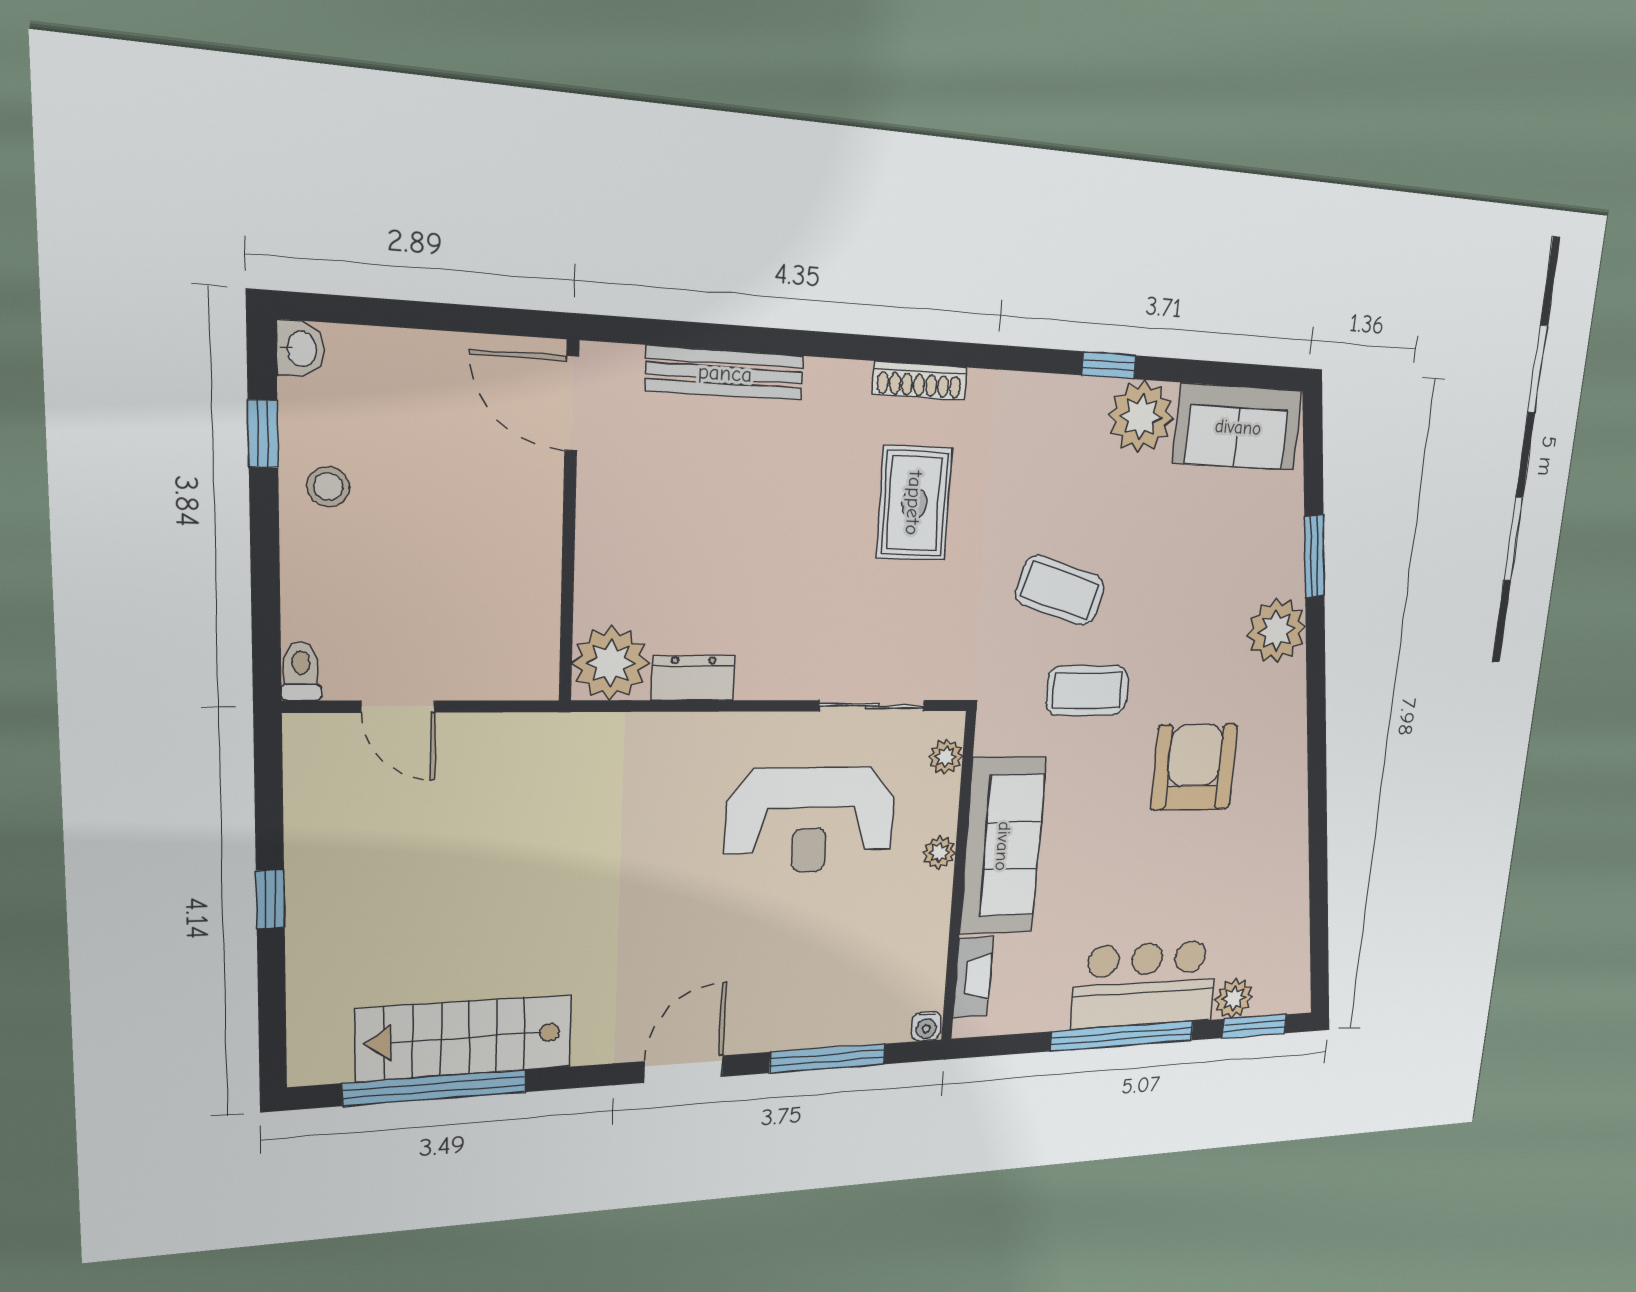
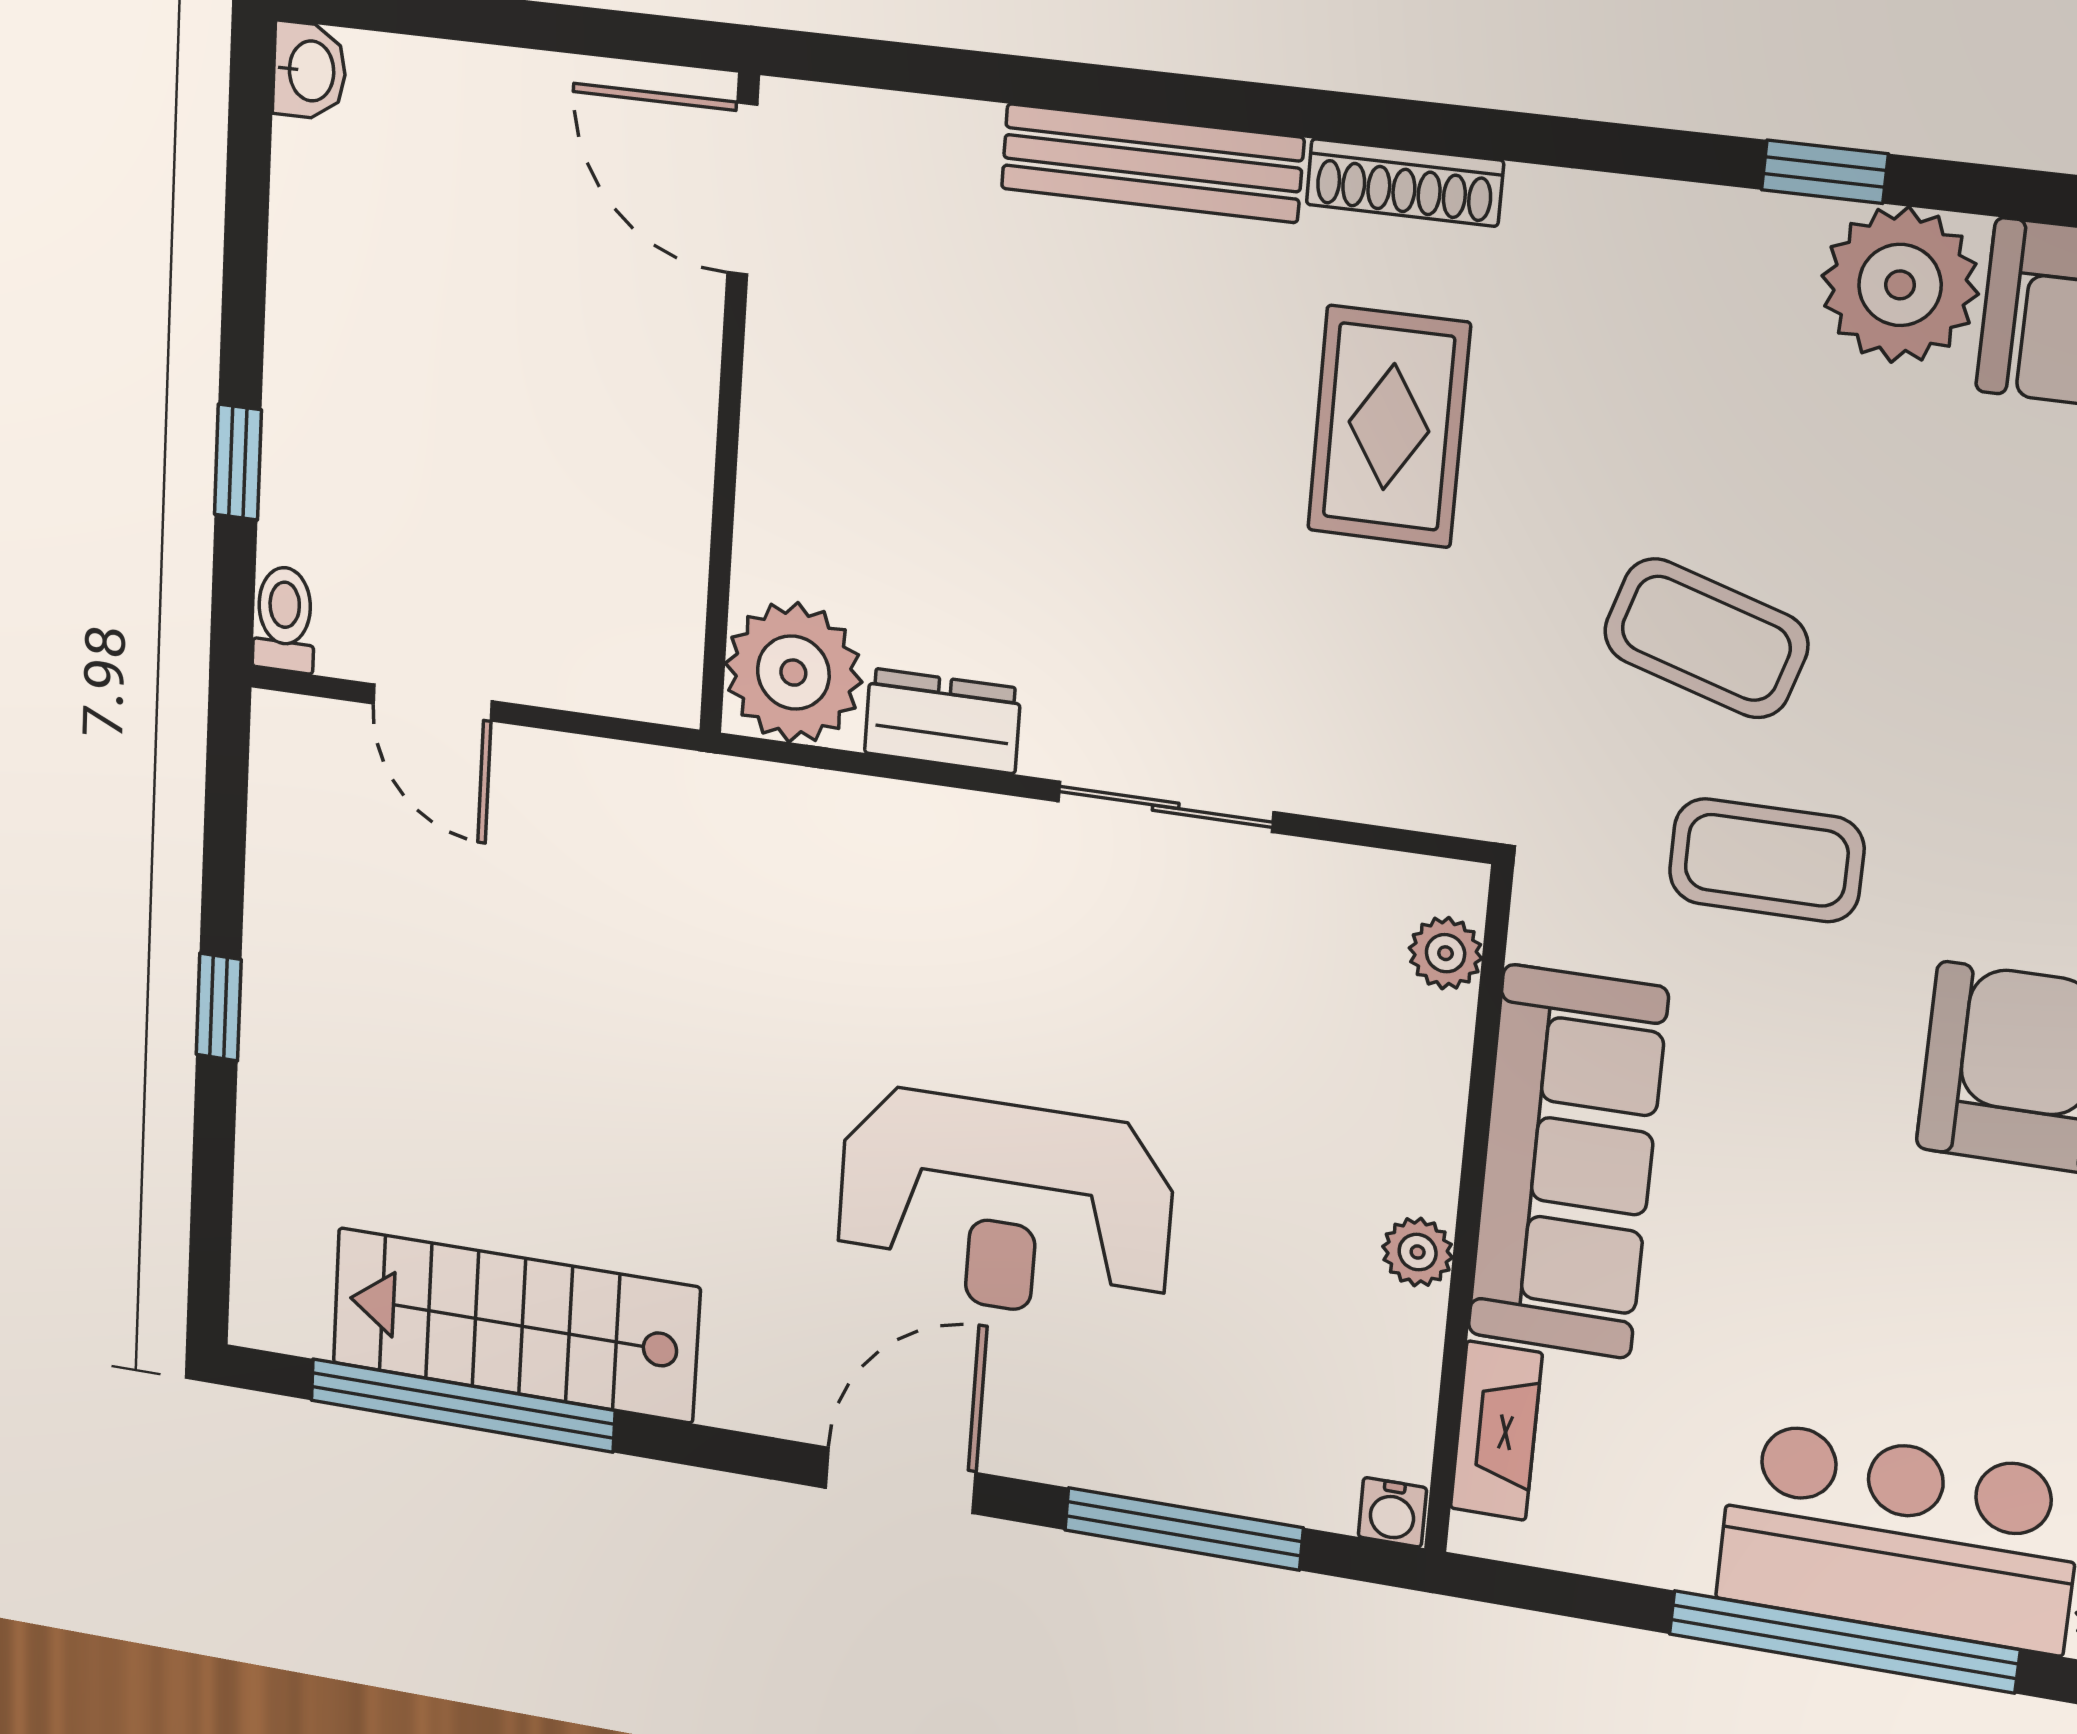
bench: (725, 373) -> (1152, 163), moved
window: (263, 434) -> (238, 462), moved
stool: (328, 487) -> (341, 307), removed
sliding door: (872, 706) -> (1166, 807), moved
reception desk: (810, 820) -> (1005, 1206), moved
plant: (939, 853) -> (1418, 1252), moved

